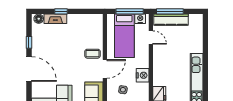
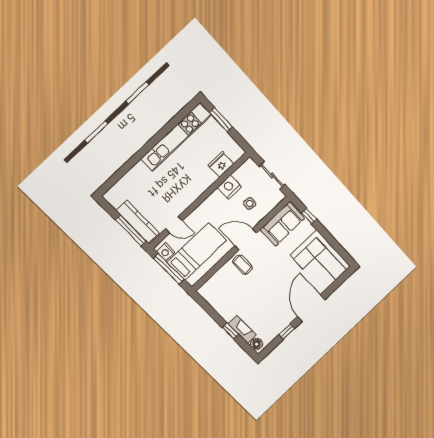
door: (151, 37) -> (174, 225), swing flipped
nightstand: (143, 75) -> (229, 187), moved

